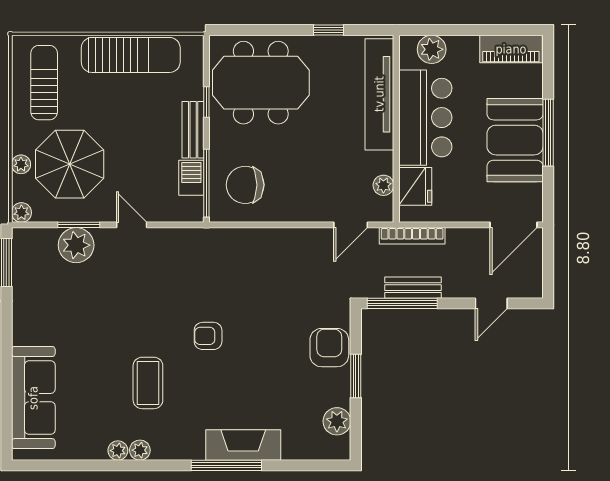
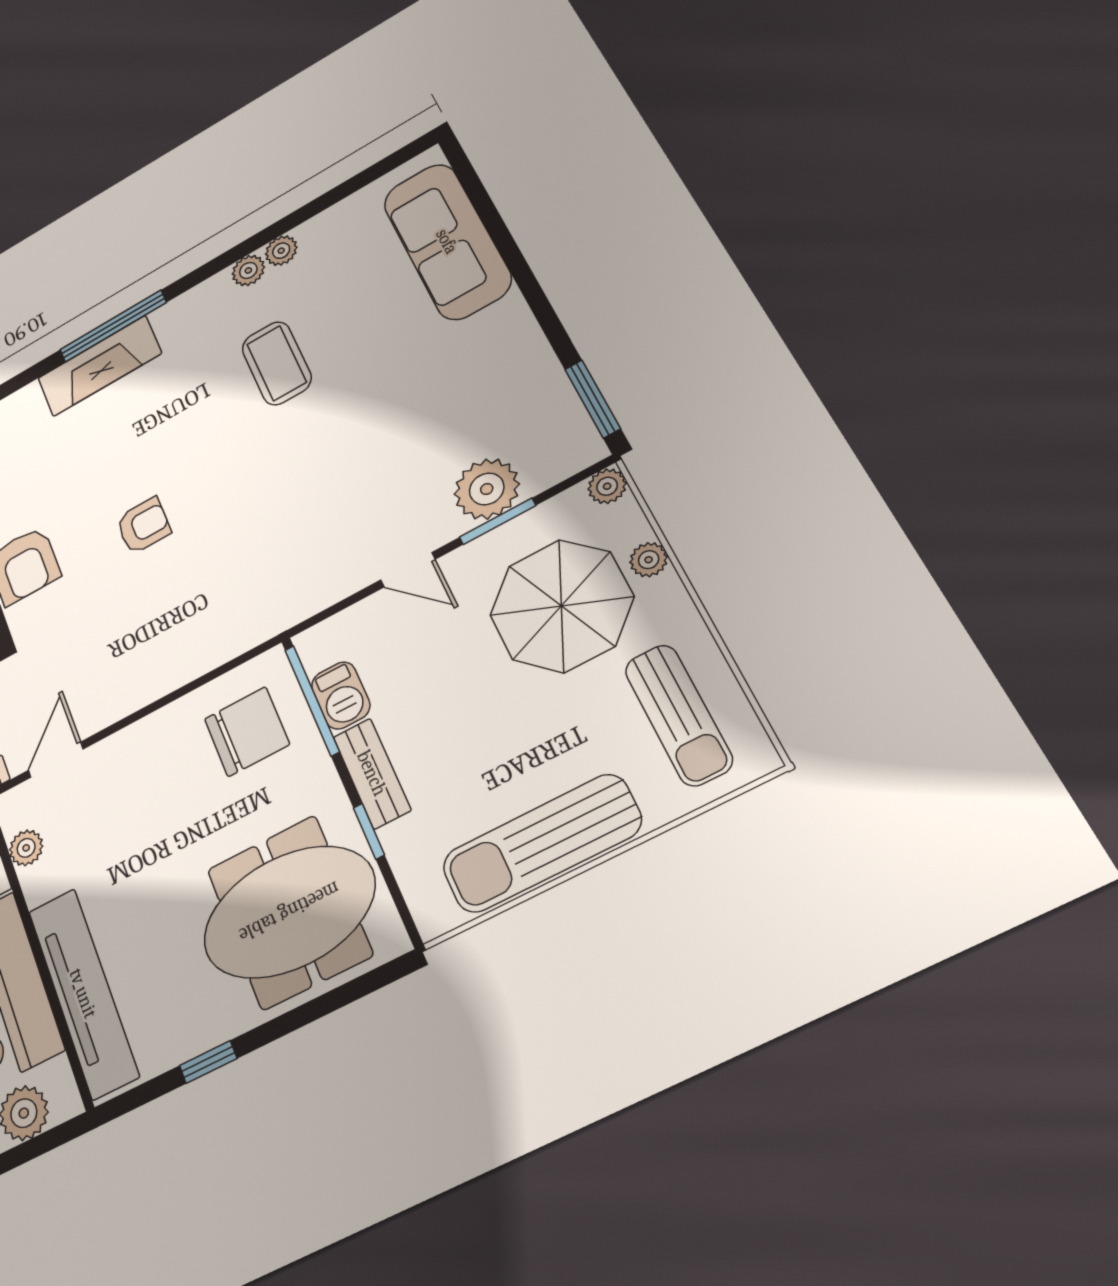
armchair: (208, 336) -> (143, 526), moved

